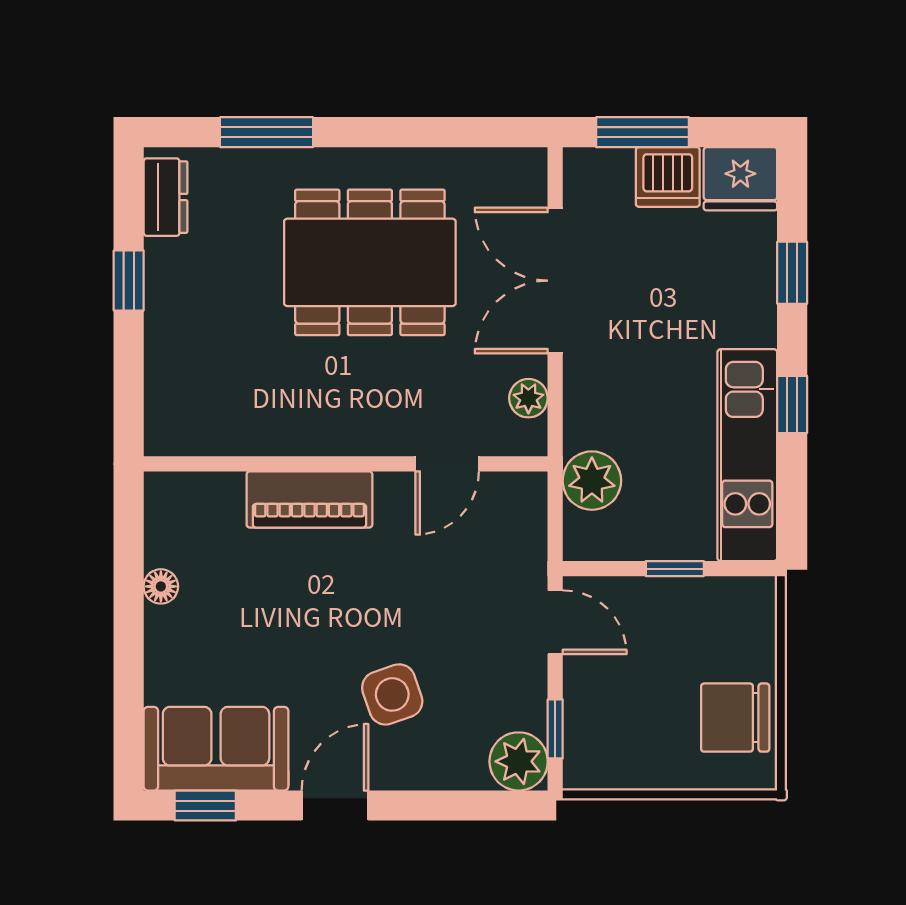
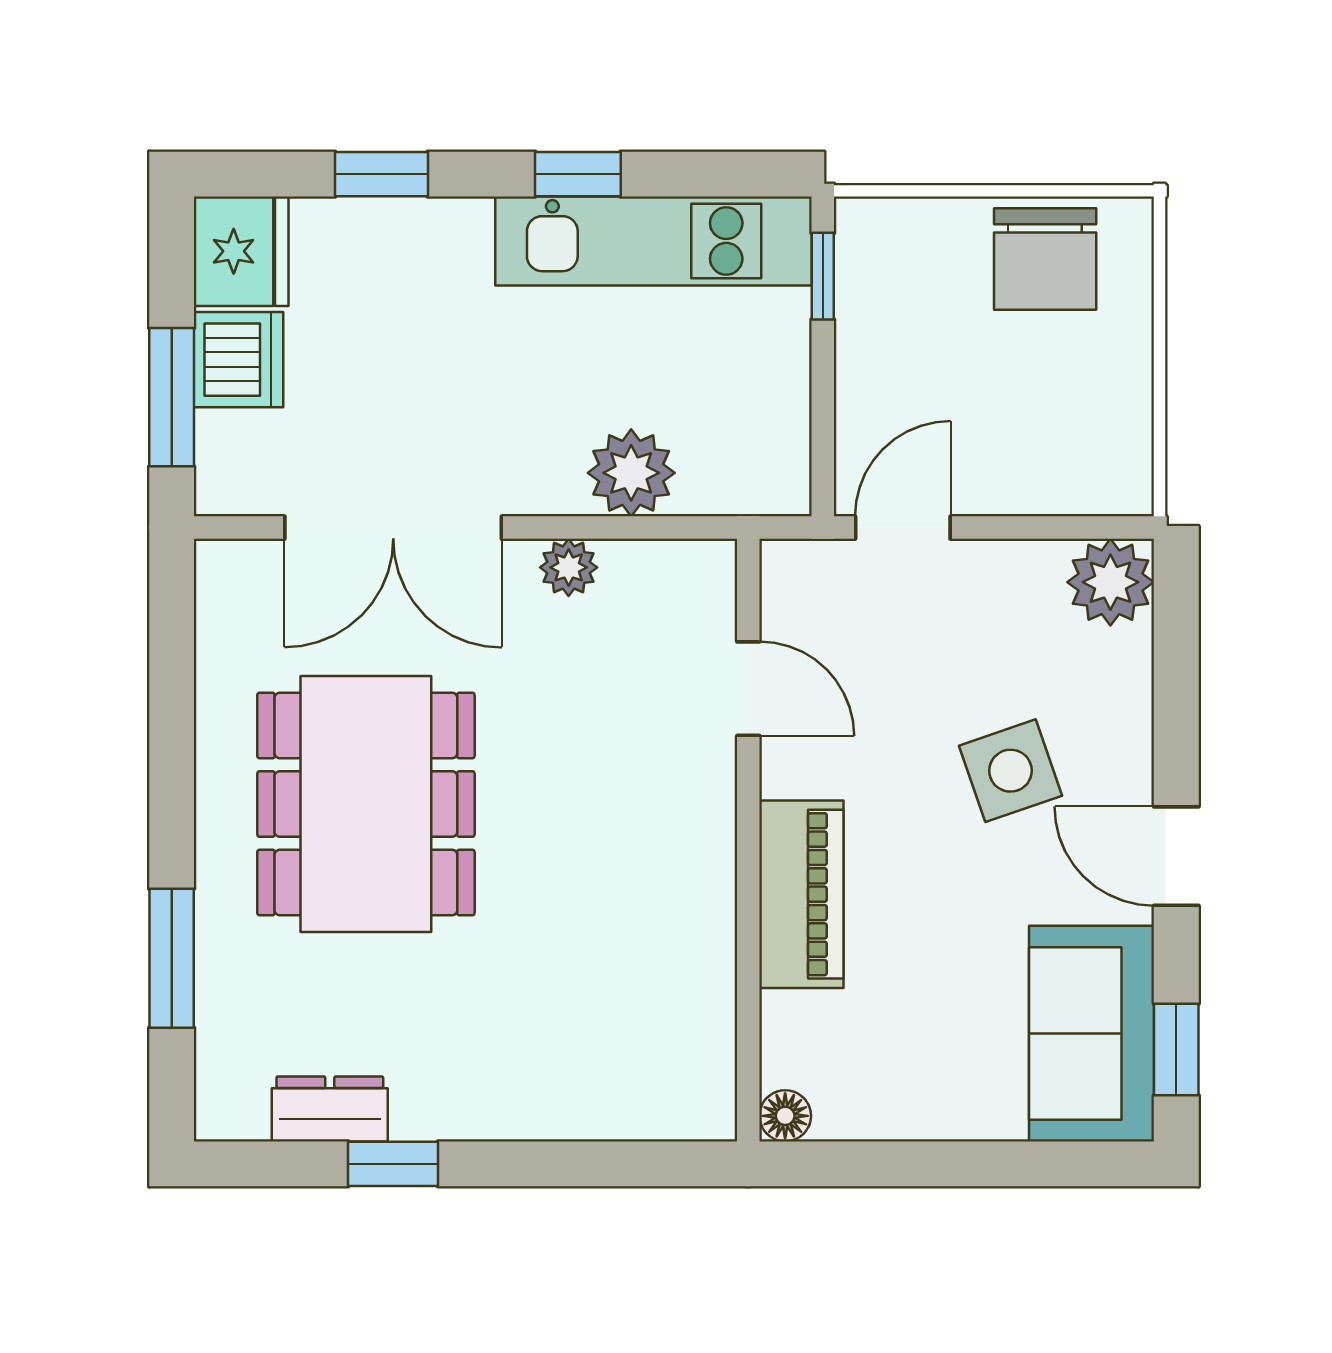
dresser: (165, 197) -> (330, 1109), moved
wall: (346, 464) -> (748, 840), moved
door: (447, 464) -> (748, 689), moved
plant: (592, 481) -> (631, 473), moved
piano: (309, 499) -> (801, 894), moved
window: (675, 569) -> (823, 276), moved
floor lamp: (161, 586) -> (785, 1116), moved
window: (555, 729) -> (1062, 528), removed

